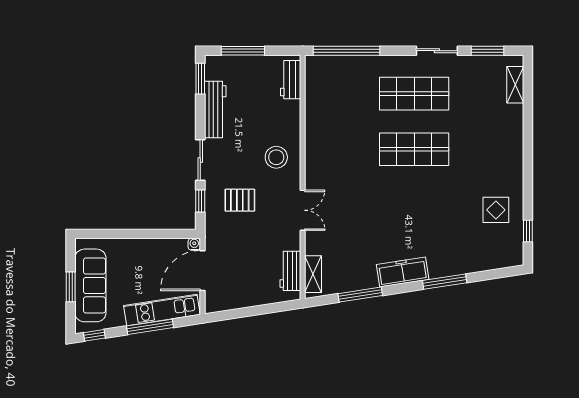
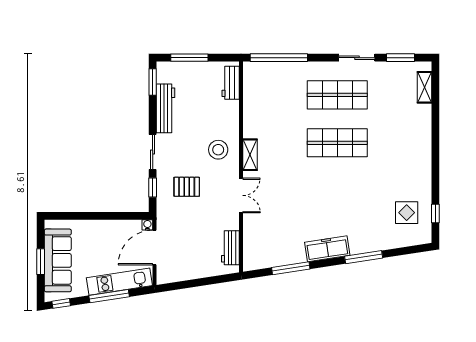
display table: (496, 210) -> (407, 213), moved
shelving: (313, 274) -> (250, 155), moved

